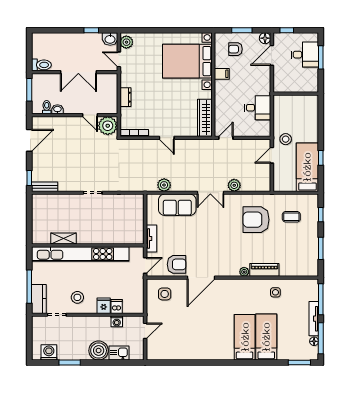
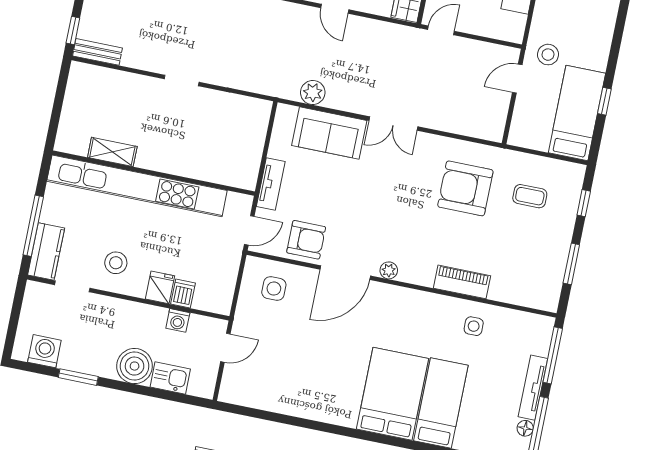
plant: (234, 185) -> (439, 119), removed
plant: (244, 272) -> (389, 270), moved
bed: (245, 337) -> (393, 394), width x1.50

